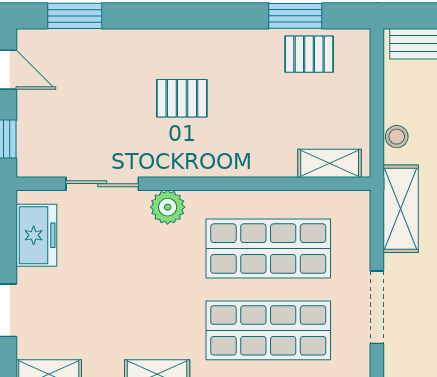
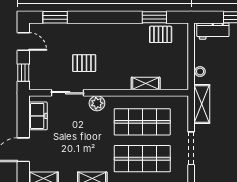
pallet: (182, 98) -> (84, 63), moved
shelving: (330, 163) -> (146, 84), moved

